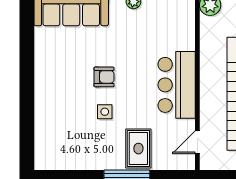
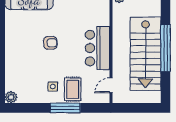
side table: (105, 112) -> (53, 87), moved
plant: (43, 161) -> (11, 97), added

